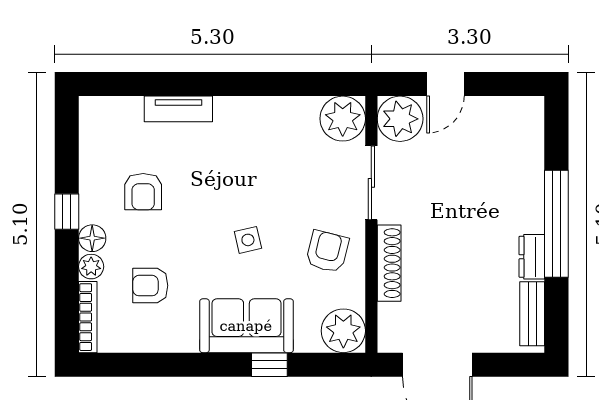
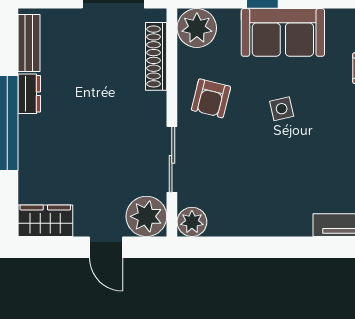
door: (445, 84) -> (106, 247), swing flipped
wardrobe: (514, 114) -> (45, 221), added
plant: (343, 119) -> (192, 222), width x0.73, depth x0.73
shoe rack: (389, 263) -> (156, 56), moved

